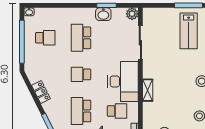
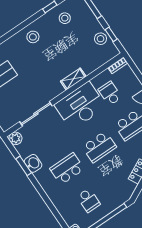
school desk: (45, 38) -> (89, 200), turned 180
school desk: (81, 38) -> (67, 169), turned 180
school desk: (81, 74) -> (99, 147), width x1.85

